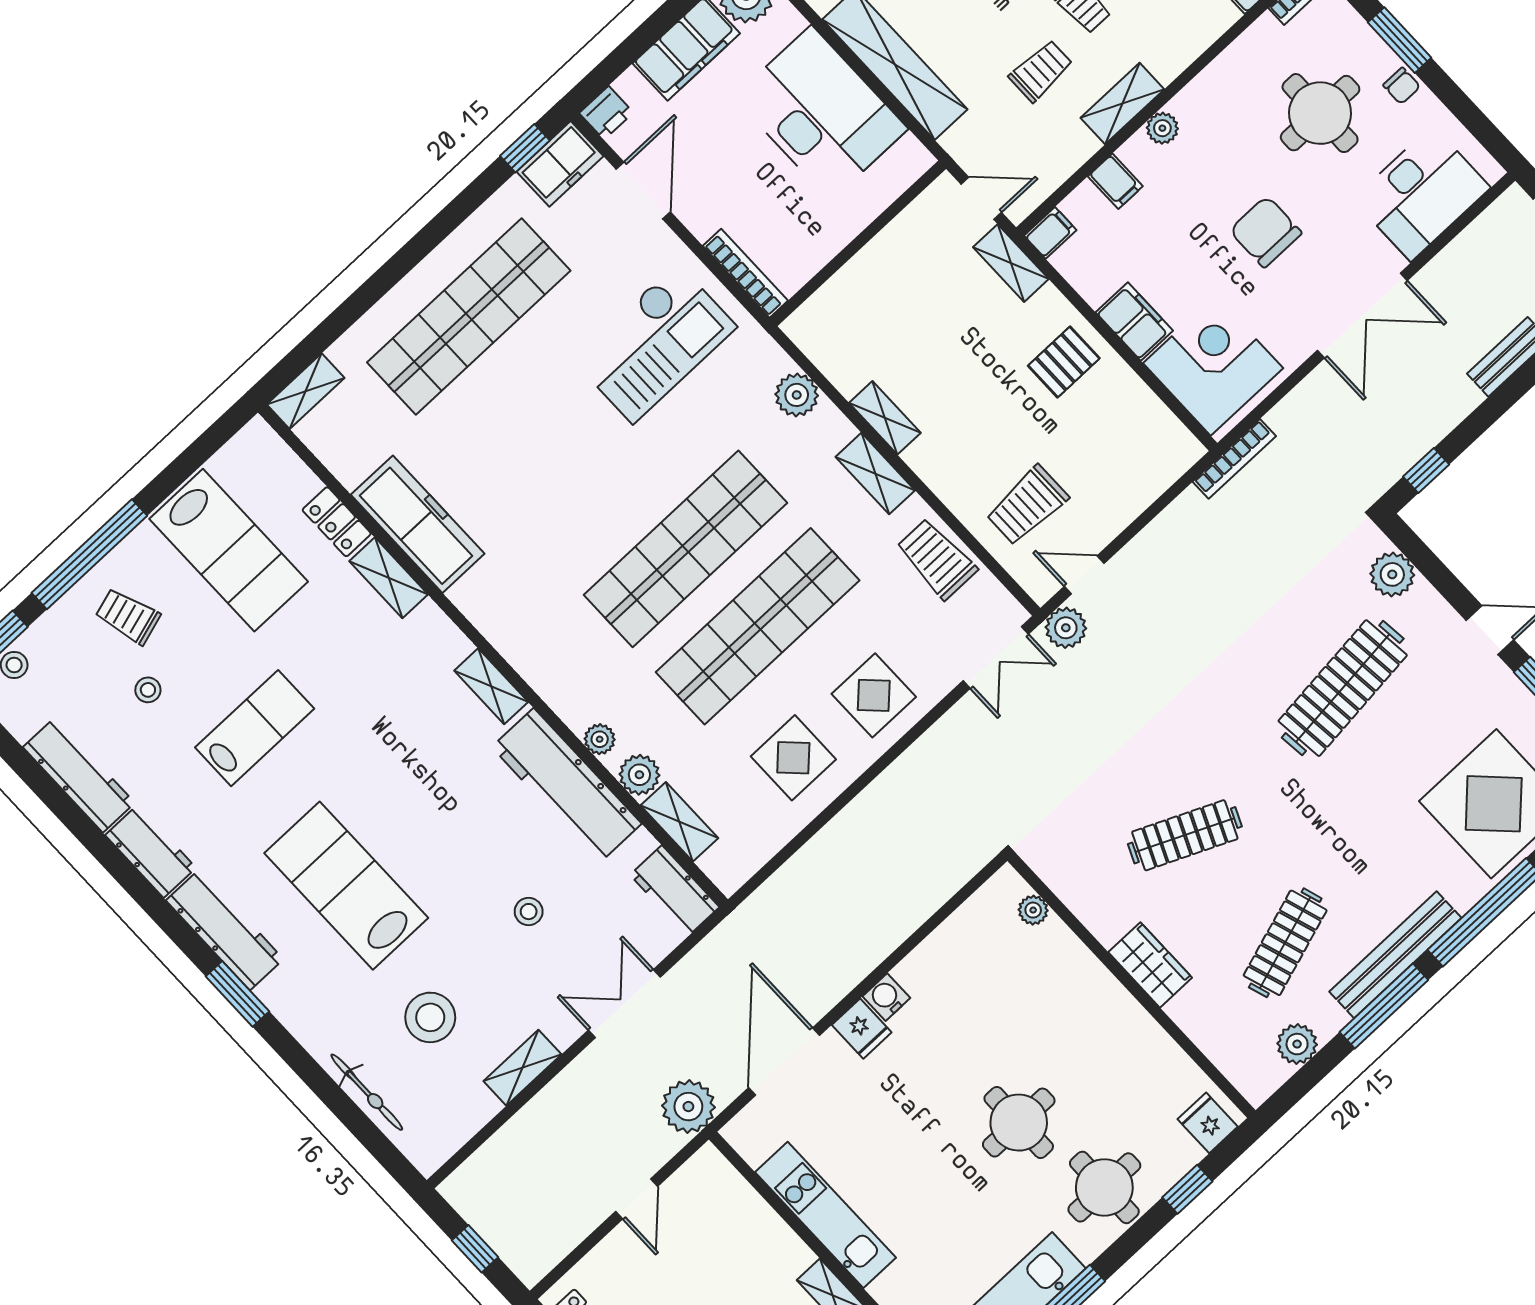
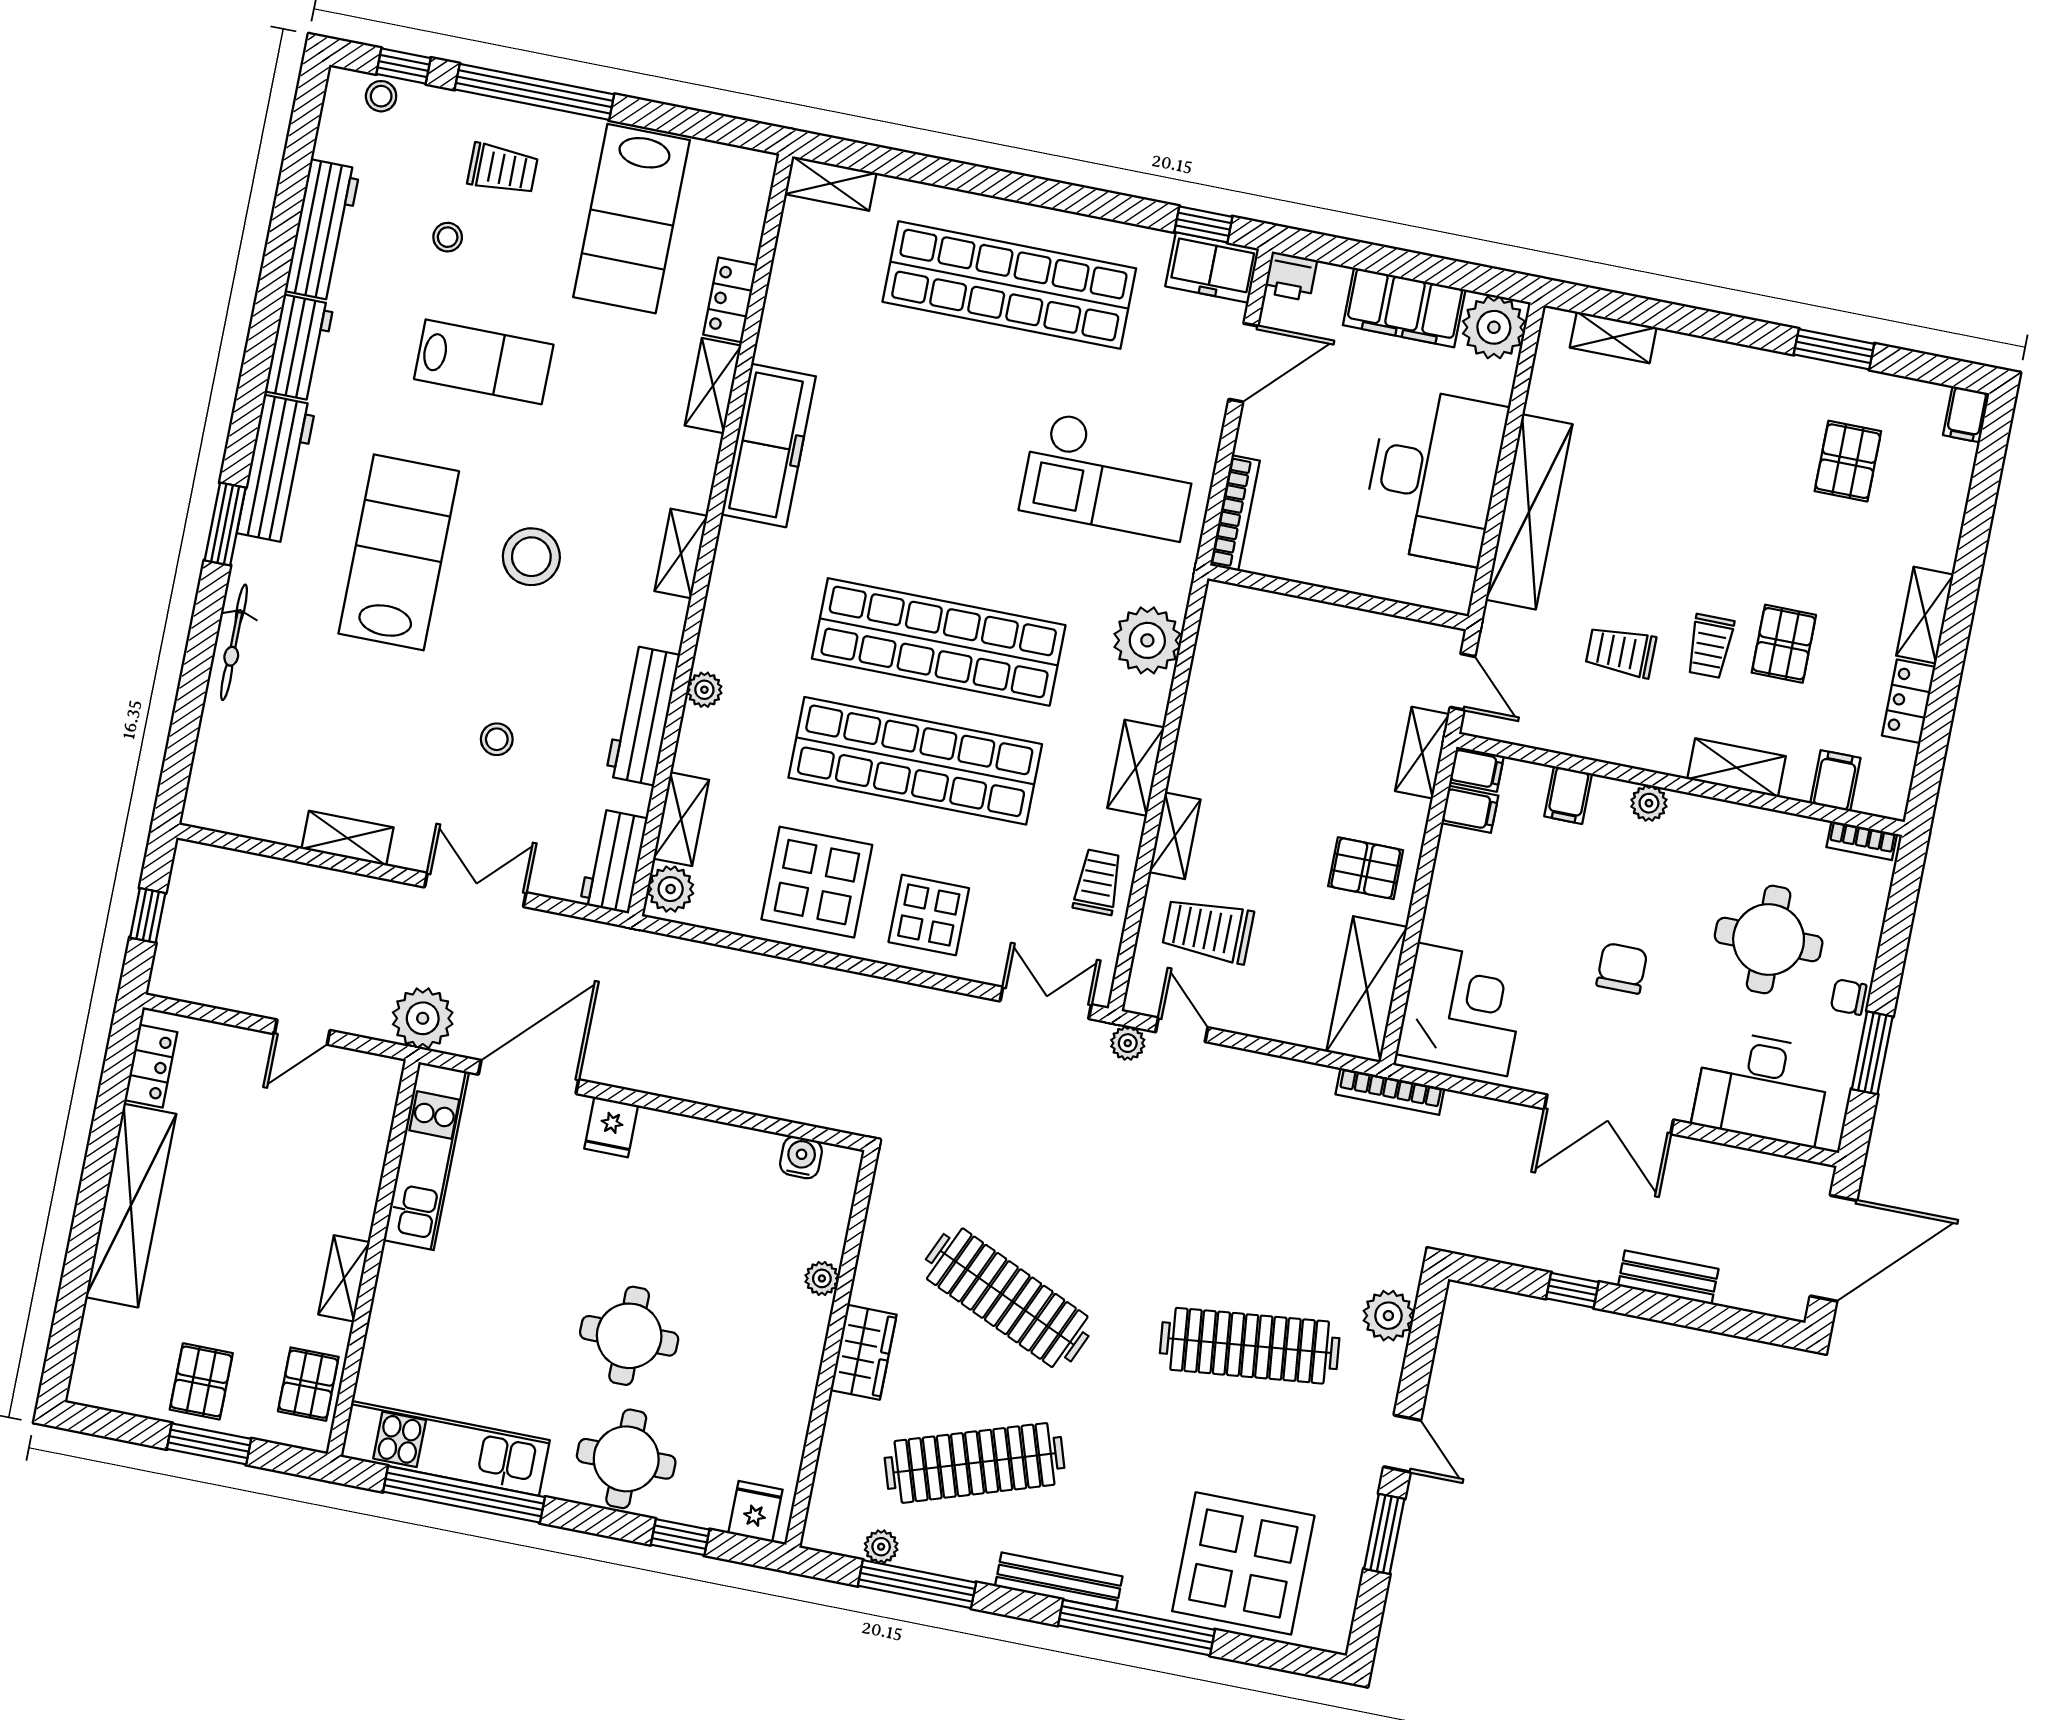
window: (1400, 40) -> (1872, 1053), moved
trolley: (1041, 71) -> (1621, 652), turned 180
chair: (1402, 86) -> (1849, 997), turned 90
shelving: (1122, 104) -> (1737, 768), moved
chair: (1266, 232) -> (1622, 968), width x0.73, depth x0.73
filing cabinet: (1134, 322) -> (1470, 809), moved, width x0.50
plant: (797, 395) -> (1147, 640), width x1.36, depth x1.36
shelving: (885, 418) -> (1175, 836), moved
shelving: (1150, 423) -> (1367, 989), added
window: (1426, 470) -> (1572, 1290), moved
freezer: (418, 524) -> (769, 445), moved
trolley: (937, 559) -> (1098, 882), width x0.73, depth x0.72
trolley: (128, 616) -> (503, 169), turned 107
plant: (1066, 628) -> (1128, 1043), width x0.73, depth x0.73
double door: (996, 657) -> (1046, 1003), swing flipped
display table: (793, 758) -> (817, 882), width x1.36, depth x1.36
plant: (639, 775) -> (671, 889), moved
workbench: (567, 785) -> (643, 715), width x0.73, depth x0.76
clothes rail: (1185, 835) -> (1007, 1298), width x1.37, depth x1.31
plant: (1033, 910) -> (822, 1278), moved
clothes rail: (1285, 943) -> (975, 1463), width x1.37, depth x1.31
bench: (1395, 955) -> (1059, 1581), width x0.73, depth x0.82
water cooler: (886, 997) -> (801, 1157), moved
window: (1384, 1006) -> (917, 1584), moved
stool: (430, 1017) -> (531, 557), moved
plant: (1297, 1044) -> (881, 1547), width x0.73, depth x0.73
bicycle: (367, 1092) -> (234, 642), moved
kitchen unit: (826, 1215) -> (426, 1156), moved

